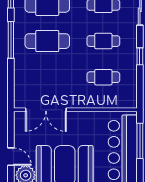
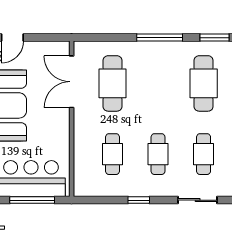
cafe table: (47, 41) -> (112, 83), moved

